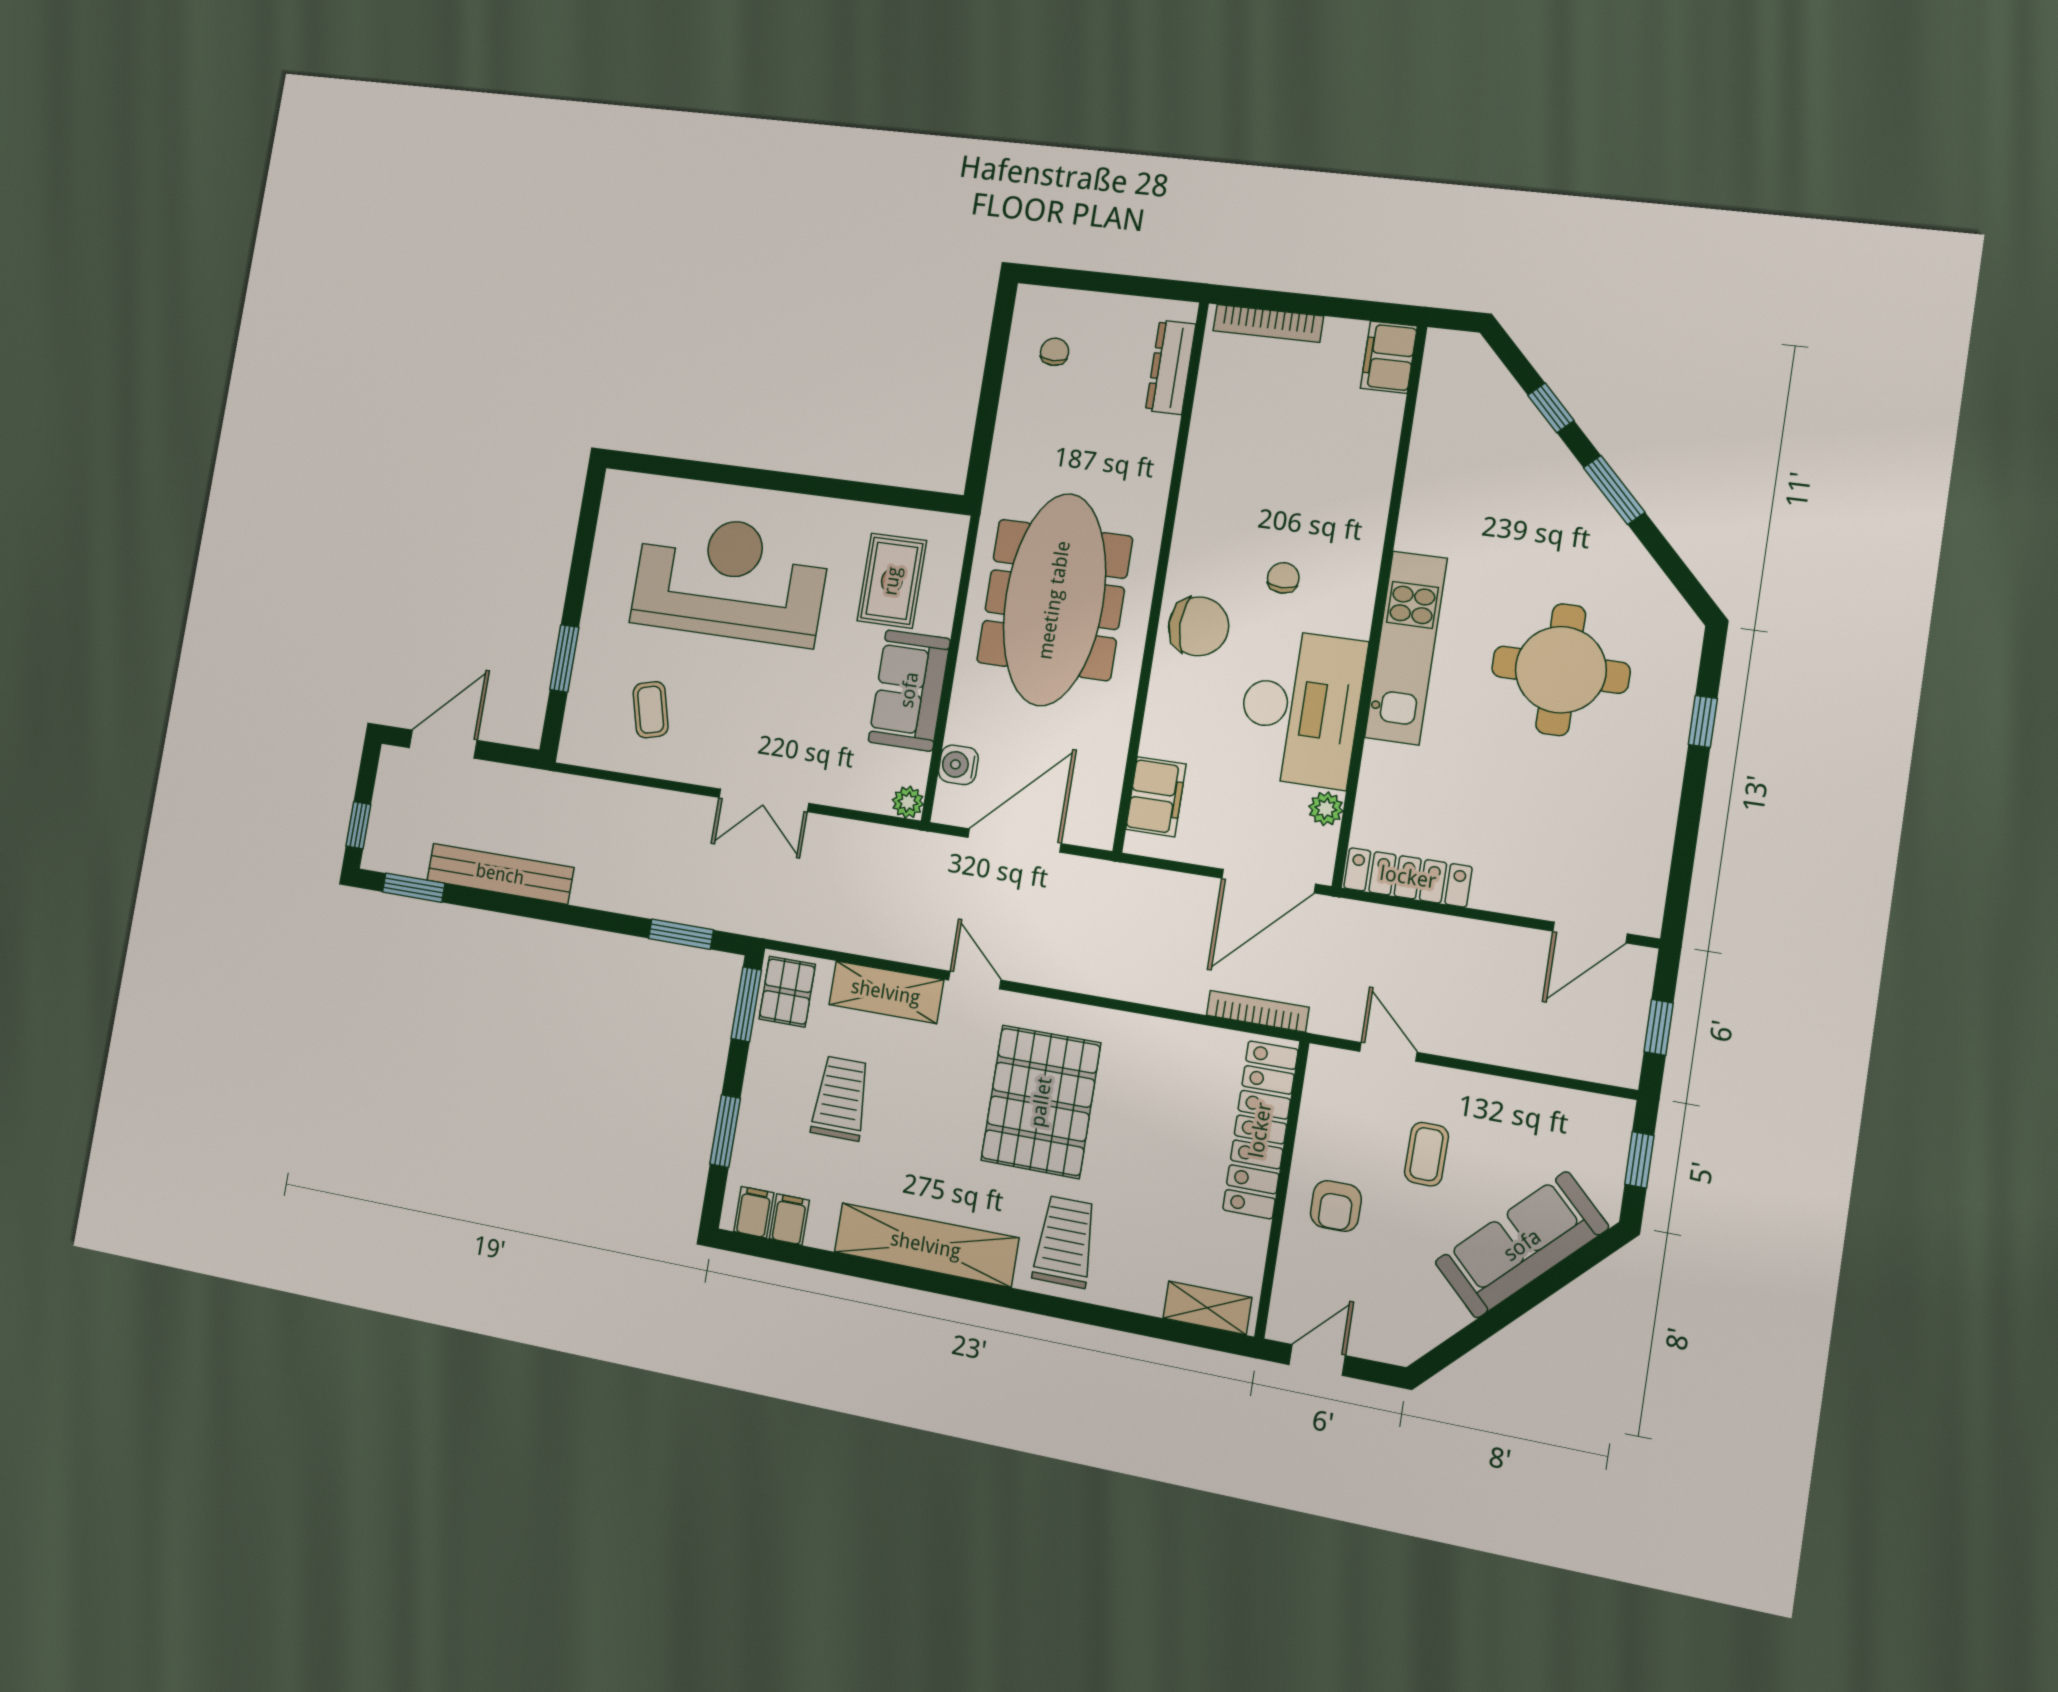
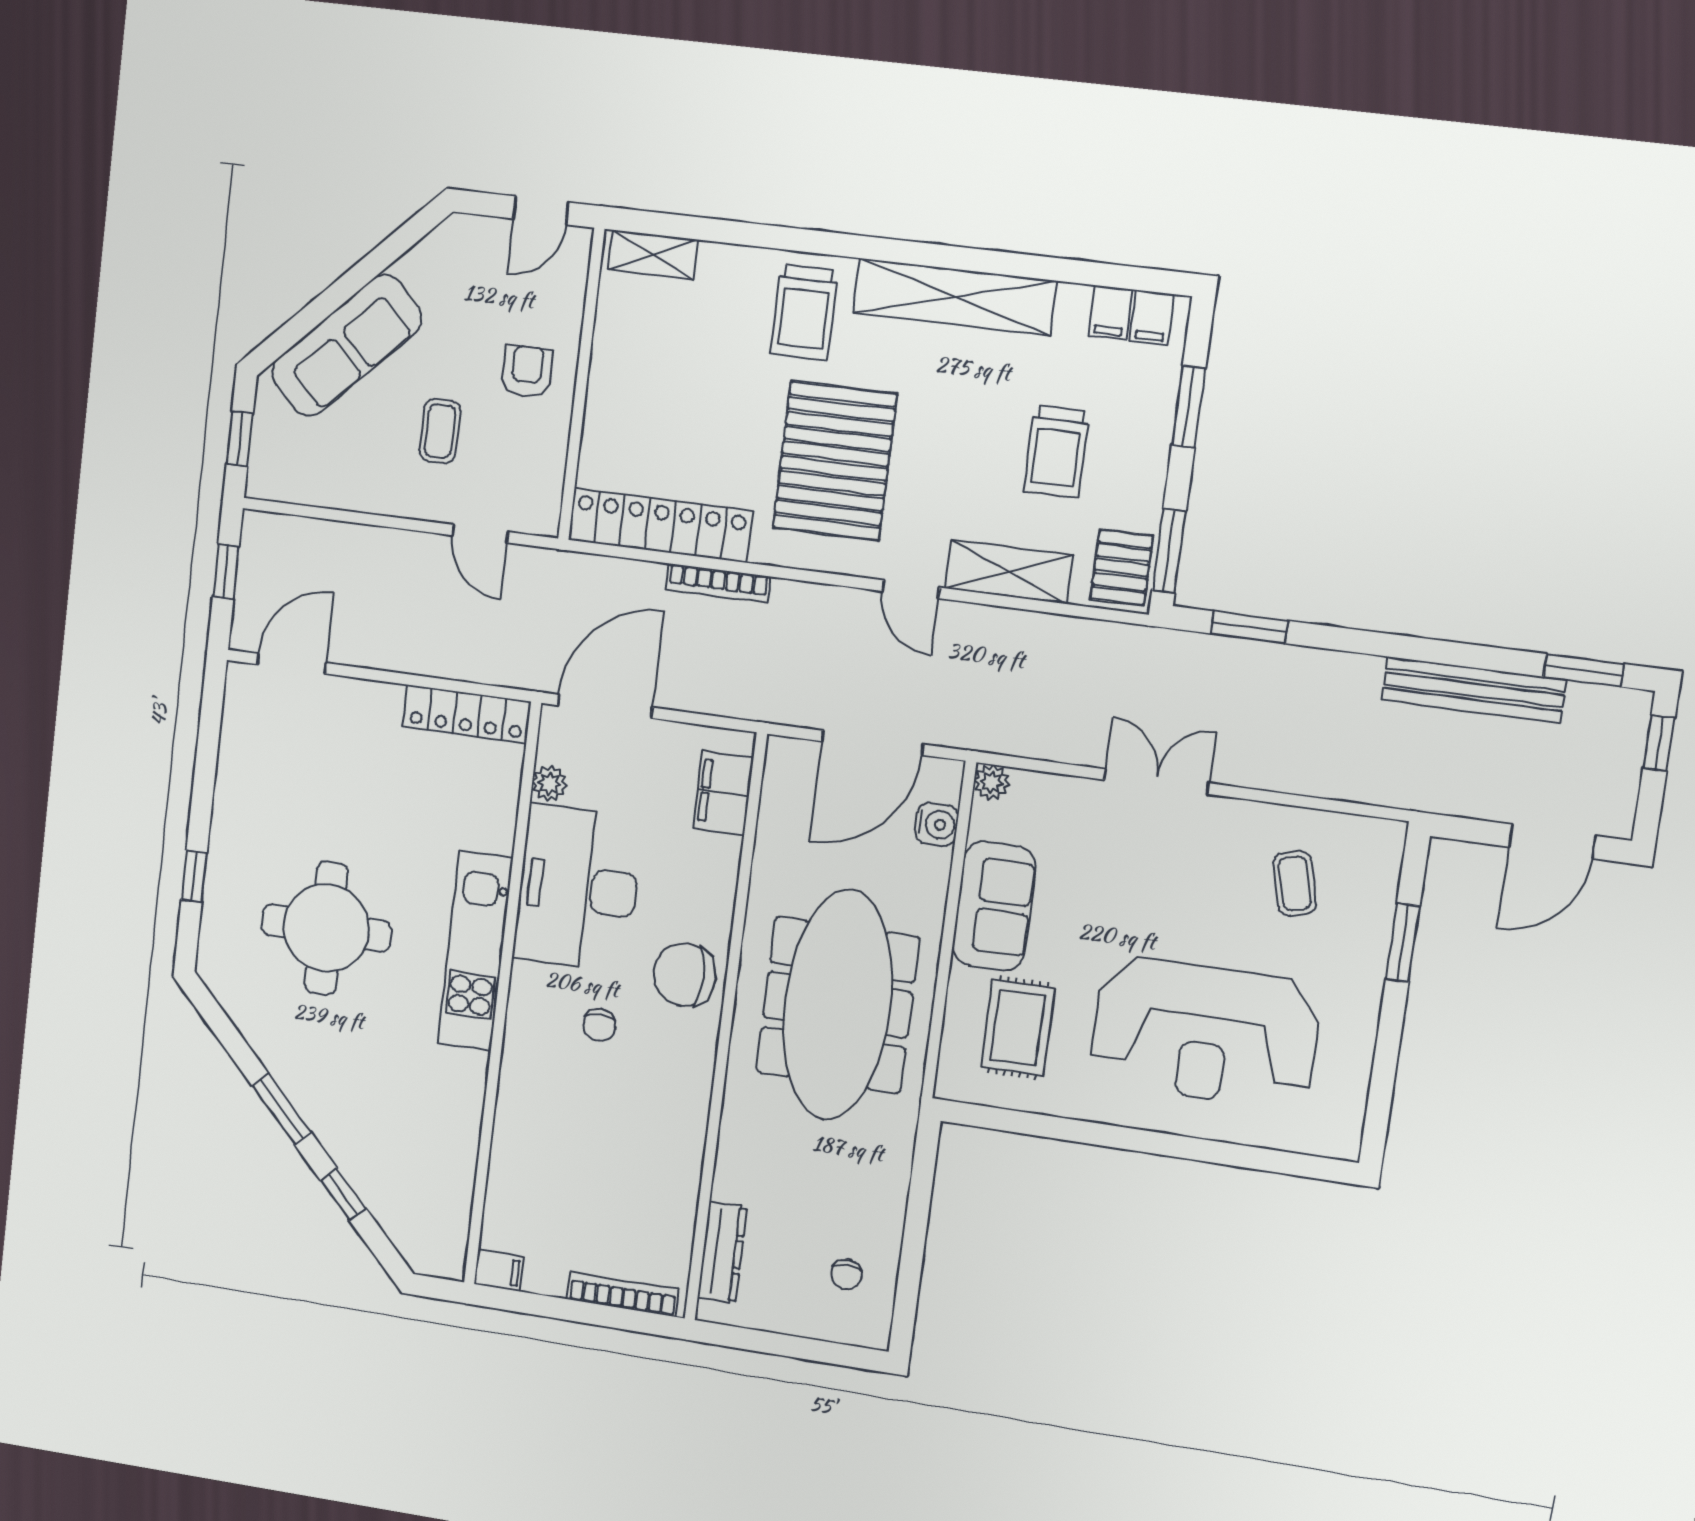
filing cabinet: (1389, 357) -> (499, 1270), width x0.50
bookcase: (1258, 1011) -> (718, 583), moved
locker: (1260, 1130) -> (660, 525), moved, turned -90

